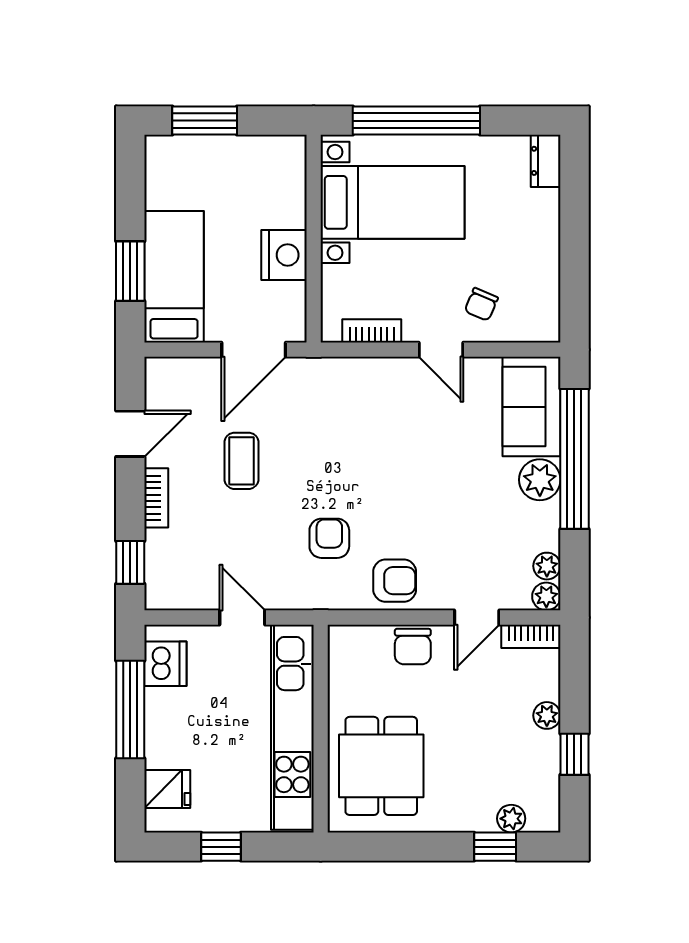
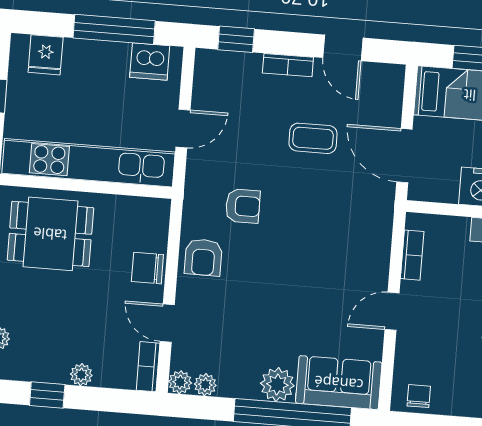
chair: (481, 304) -> (419, 396), moved, turned 67

